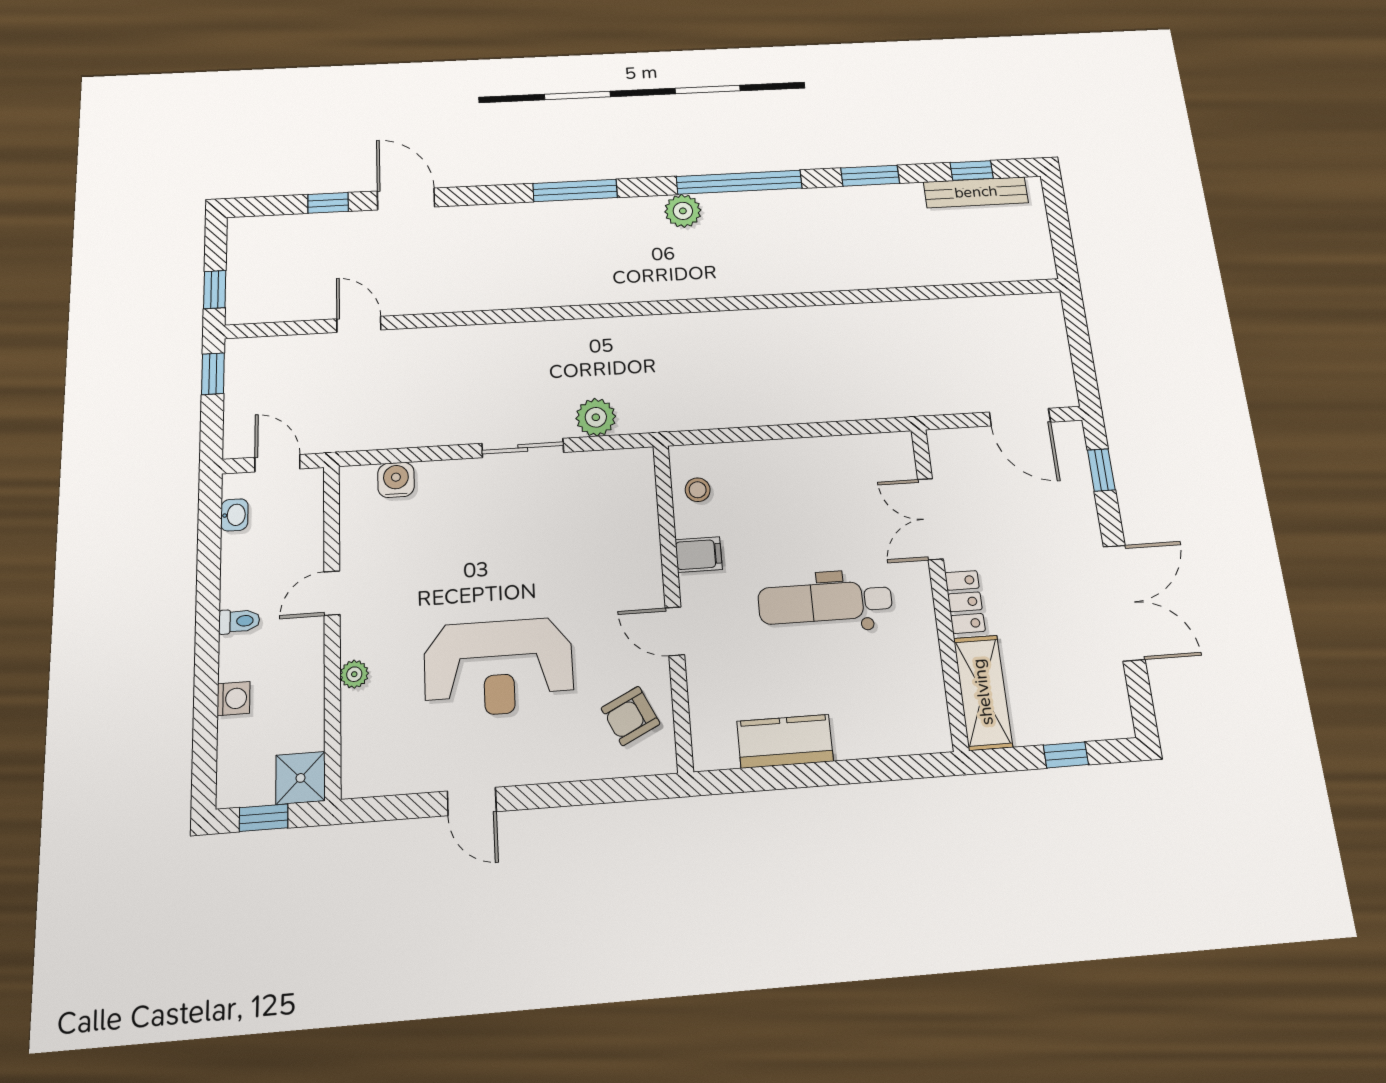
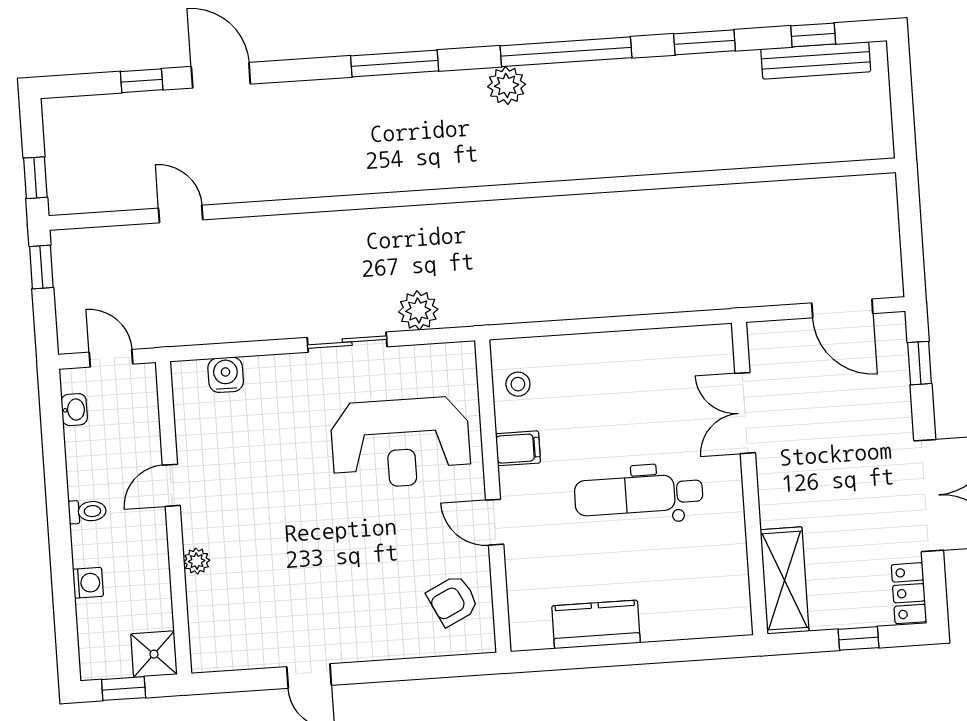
locker: (965, 602) -> (909, 593), moved, turned 180
reception desk: (499, 667) -> (401, 443), moved

